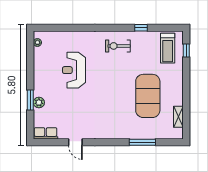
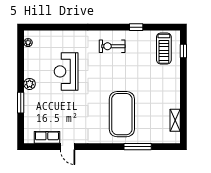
exercise mat: (148, 96) -> (122, 114), moved
plant: (39, 103) -> (30, 84), moved
row of seats: (46, 133) -> (47, 137), moved

